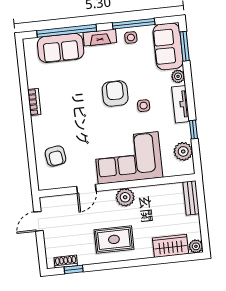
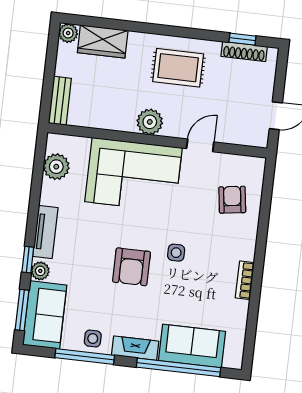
side table: (144, 106) -> (176, 253), moved
window: (194, 130) -> (28, 260), moved
shoe rack: (66, 262) -> (244, 51), width x1.43

